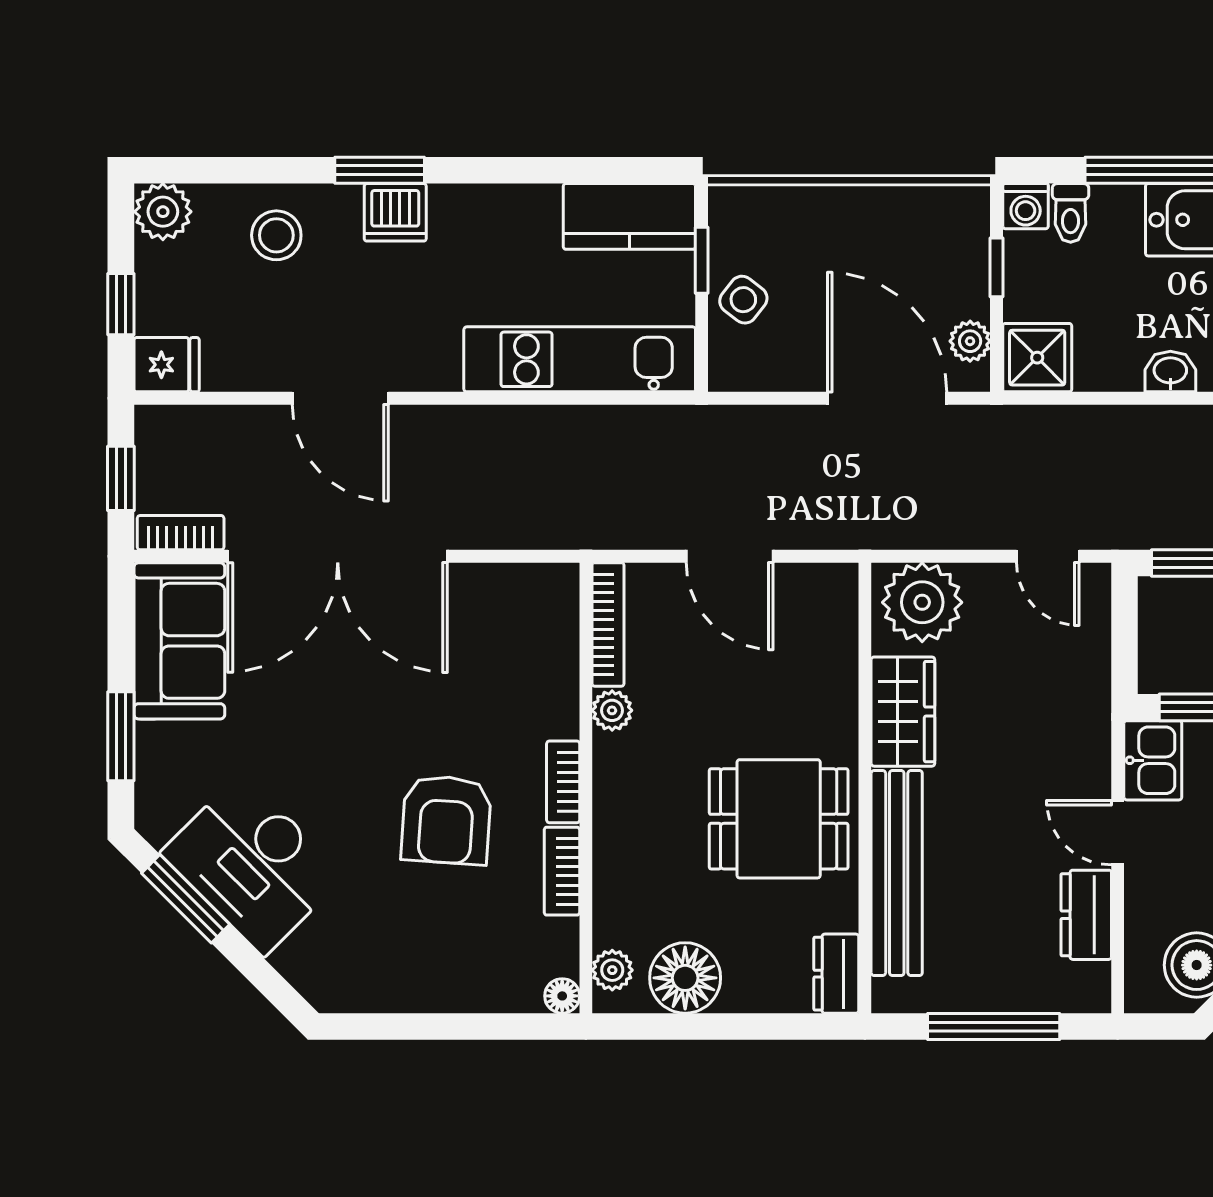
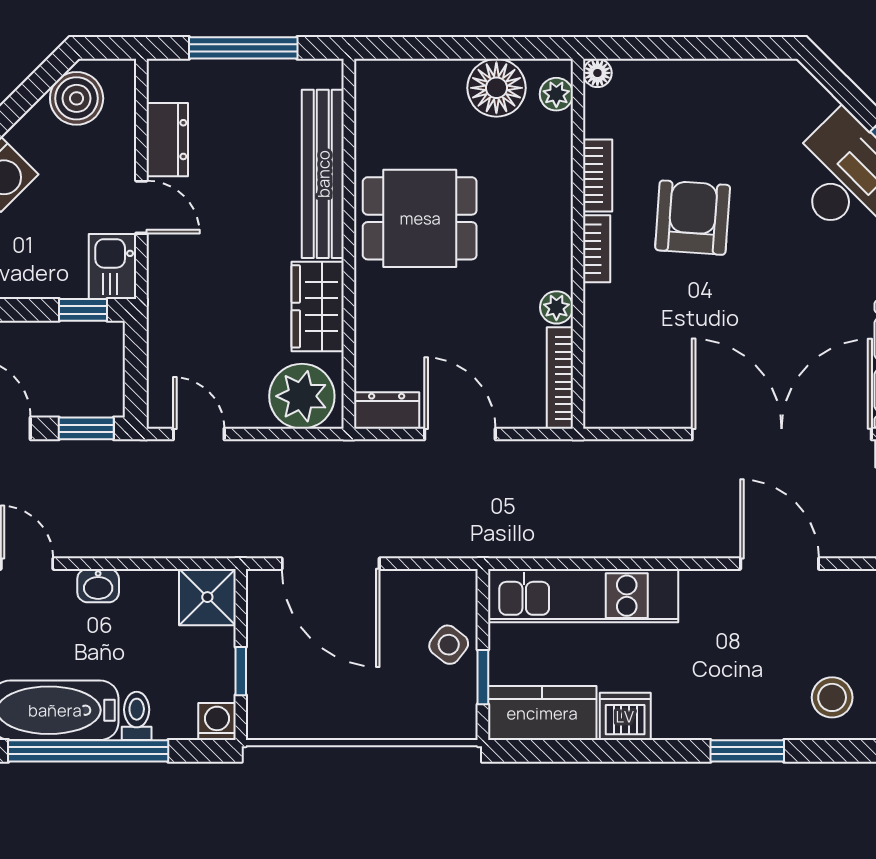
dishwasher: (395, 212) -> (625, 716), moved
toilet: (1071, 213) -> (137, 716), moved
plant: (970, 341) -> (263, 611), removed
dresser: (836, 974) -> (387, 410), moved, turned -90

